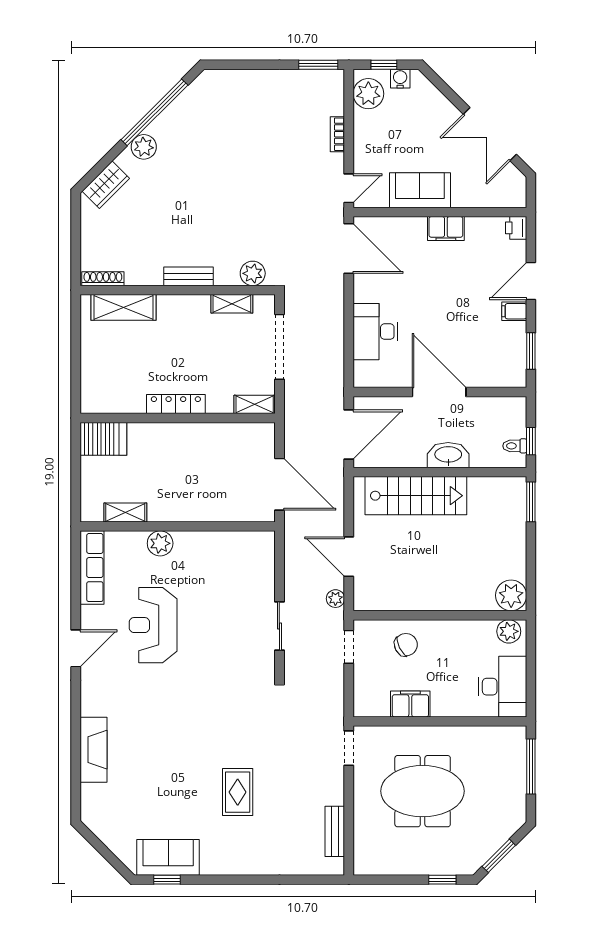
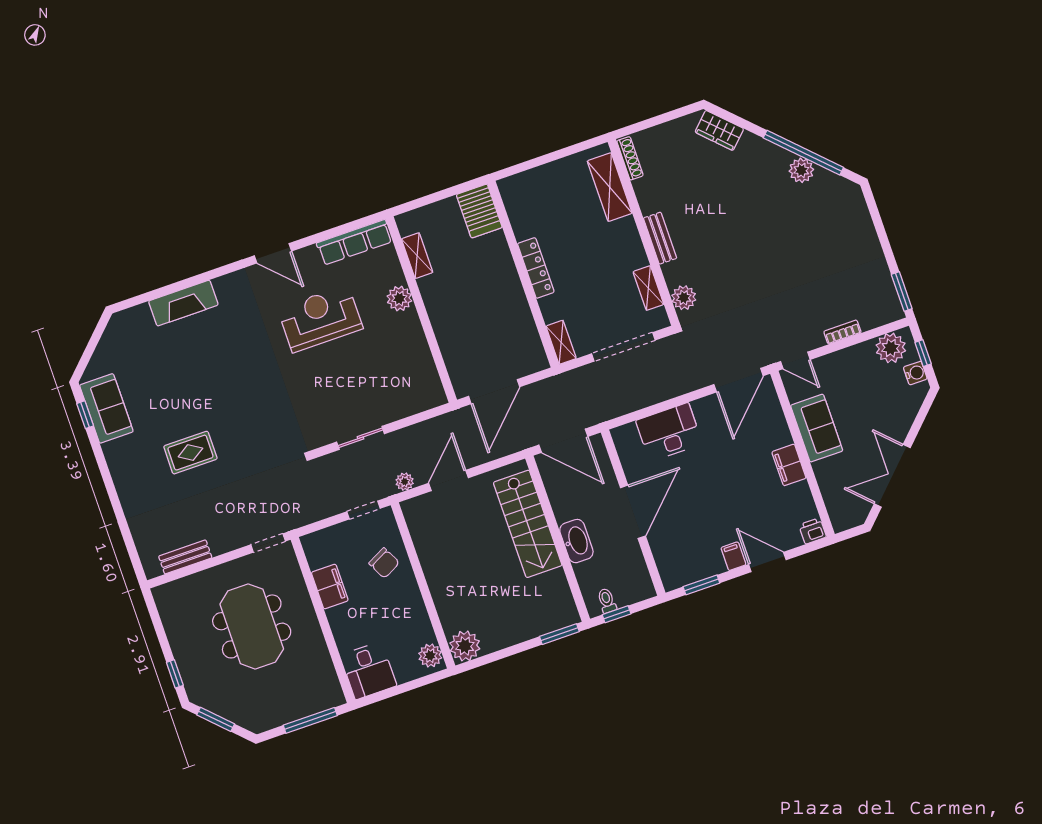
plant: (144, 147) -> (801, 170), moved
desk: (503, 687) -> (368, 670), width x0.73

